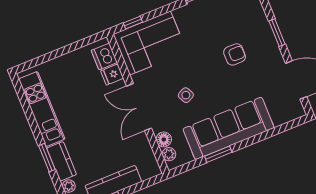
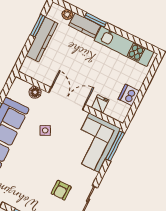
window: (133, 23) -> (115, 146), width x2.17
armchair: (235, 54) -> (61, 190), moved
dishwasher: (104, 56) -> (129, 95), moved, turned -90
plant: (169, 154) -> (24, 86), removed

